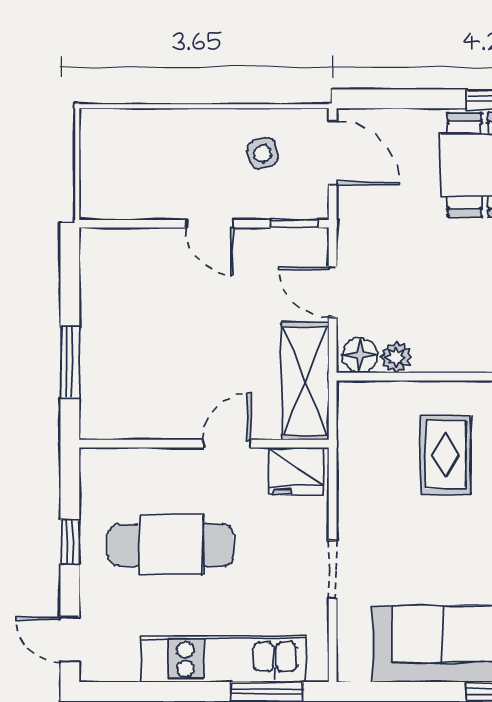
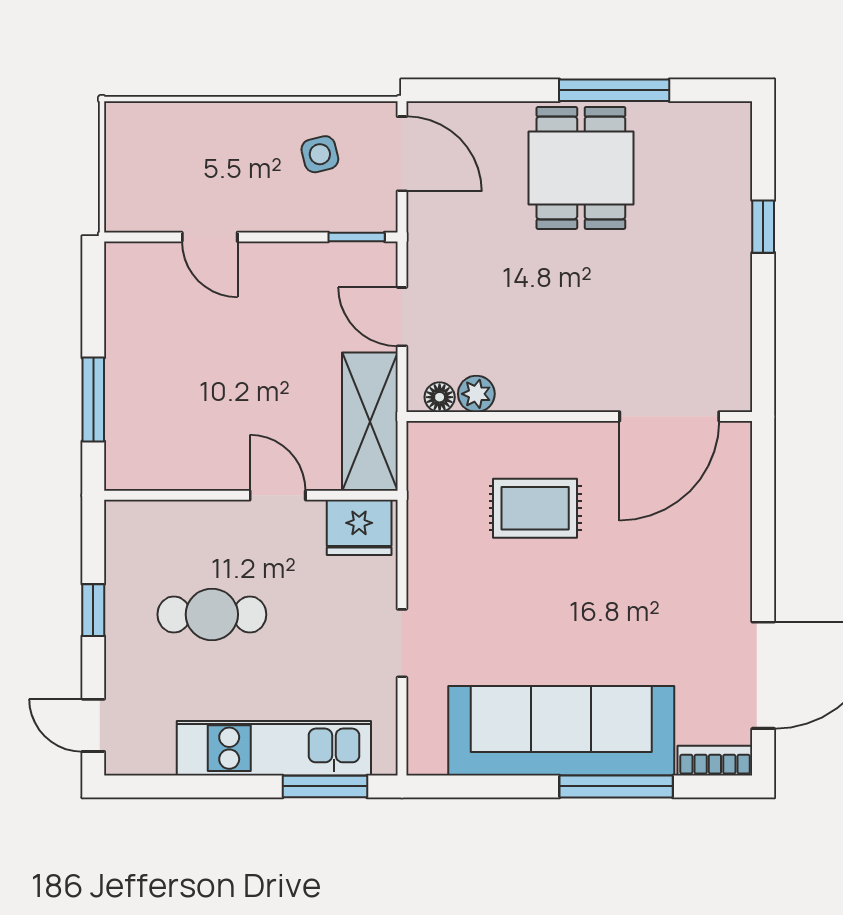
door: (210, 224) -> (210, 237), moved
floor lamp: (360, 355) -> (440, 397), width x0.73, depth x0.73
door: (227, 444) -> (278, 495), hinge flipped
rug: (446, 455) -> (535, 508), turned 90
cafe table: (171, 545) -> (212, 614), width x0.73, depth x0.74

